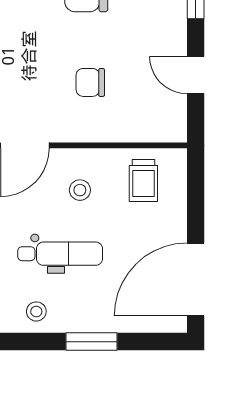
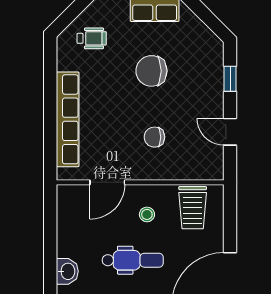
trolley: (143, 181) -> (193, 208), width x1.36, depth x1.39

